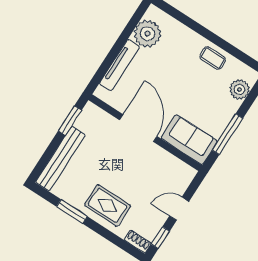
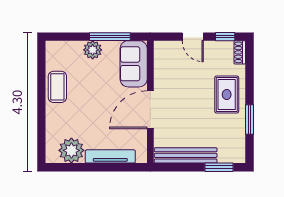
coffee table: (213, 58) -> (57, 87), width x1.36, depth x1.30
plant: (239, 89) -> (93, 50), moved
window: (70, 121) -> (219, 167), moved
bench: (60, 158) -> (186, 155), moved

